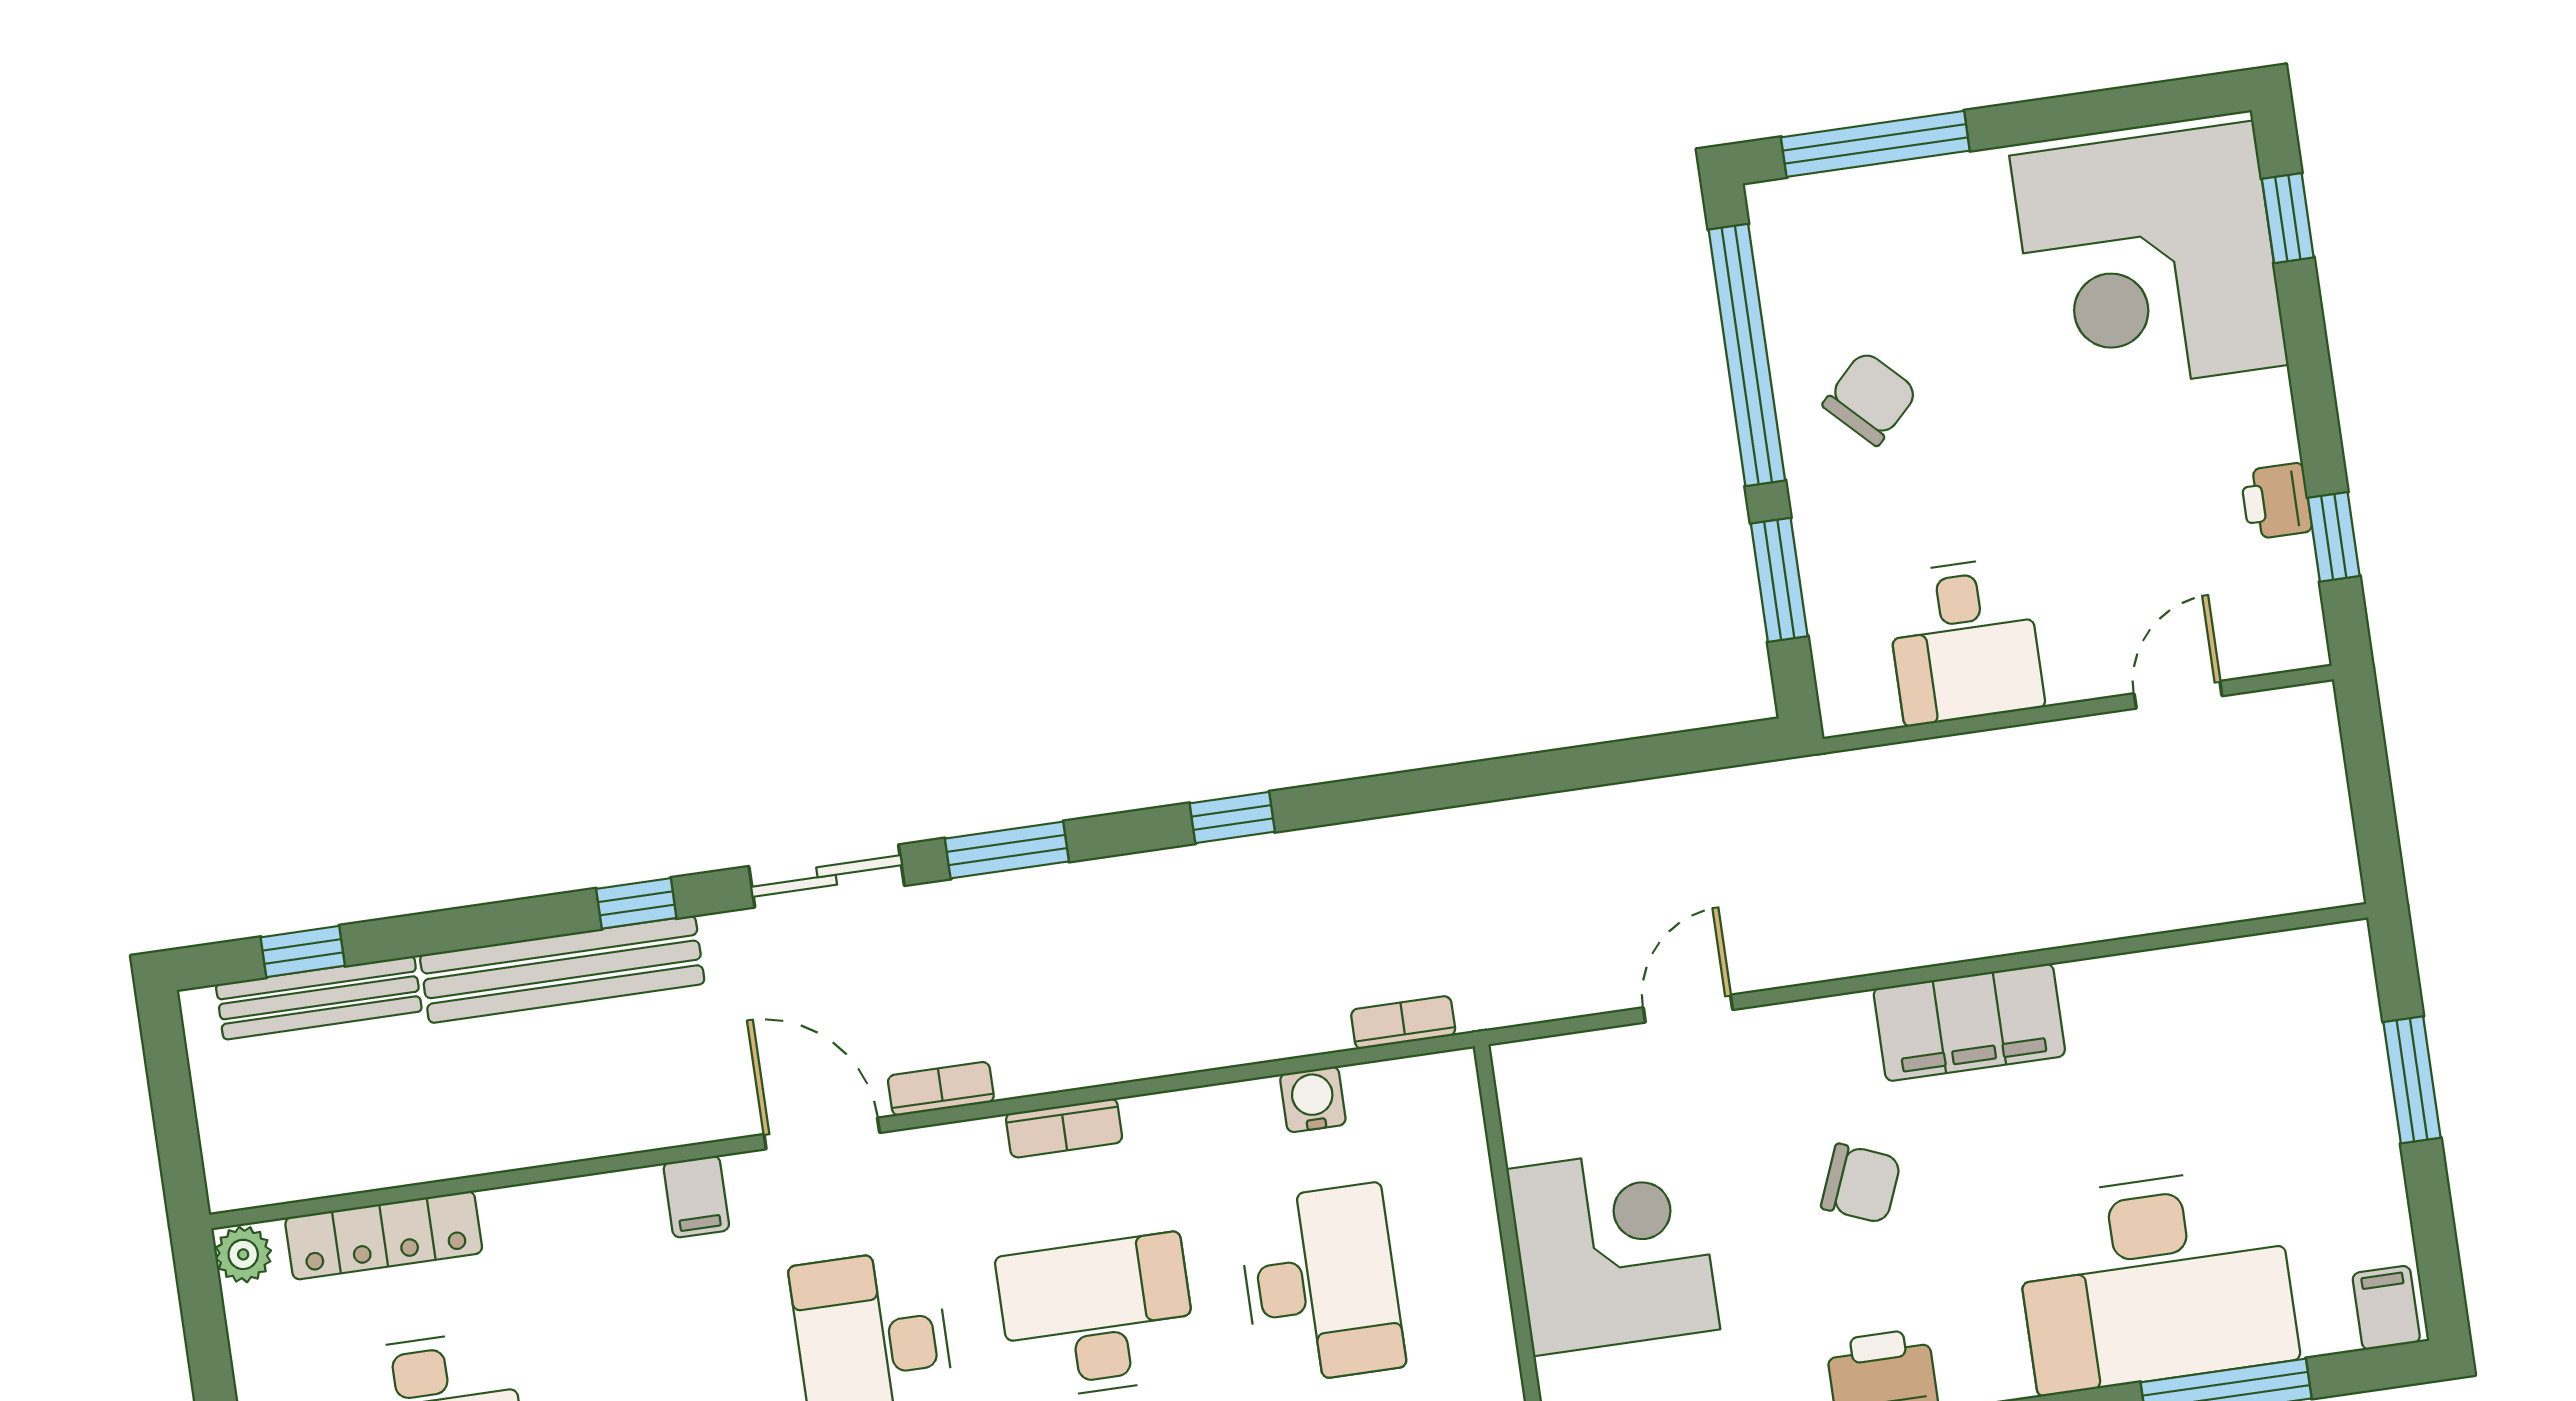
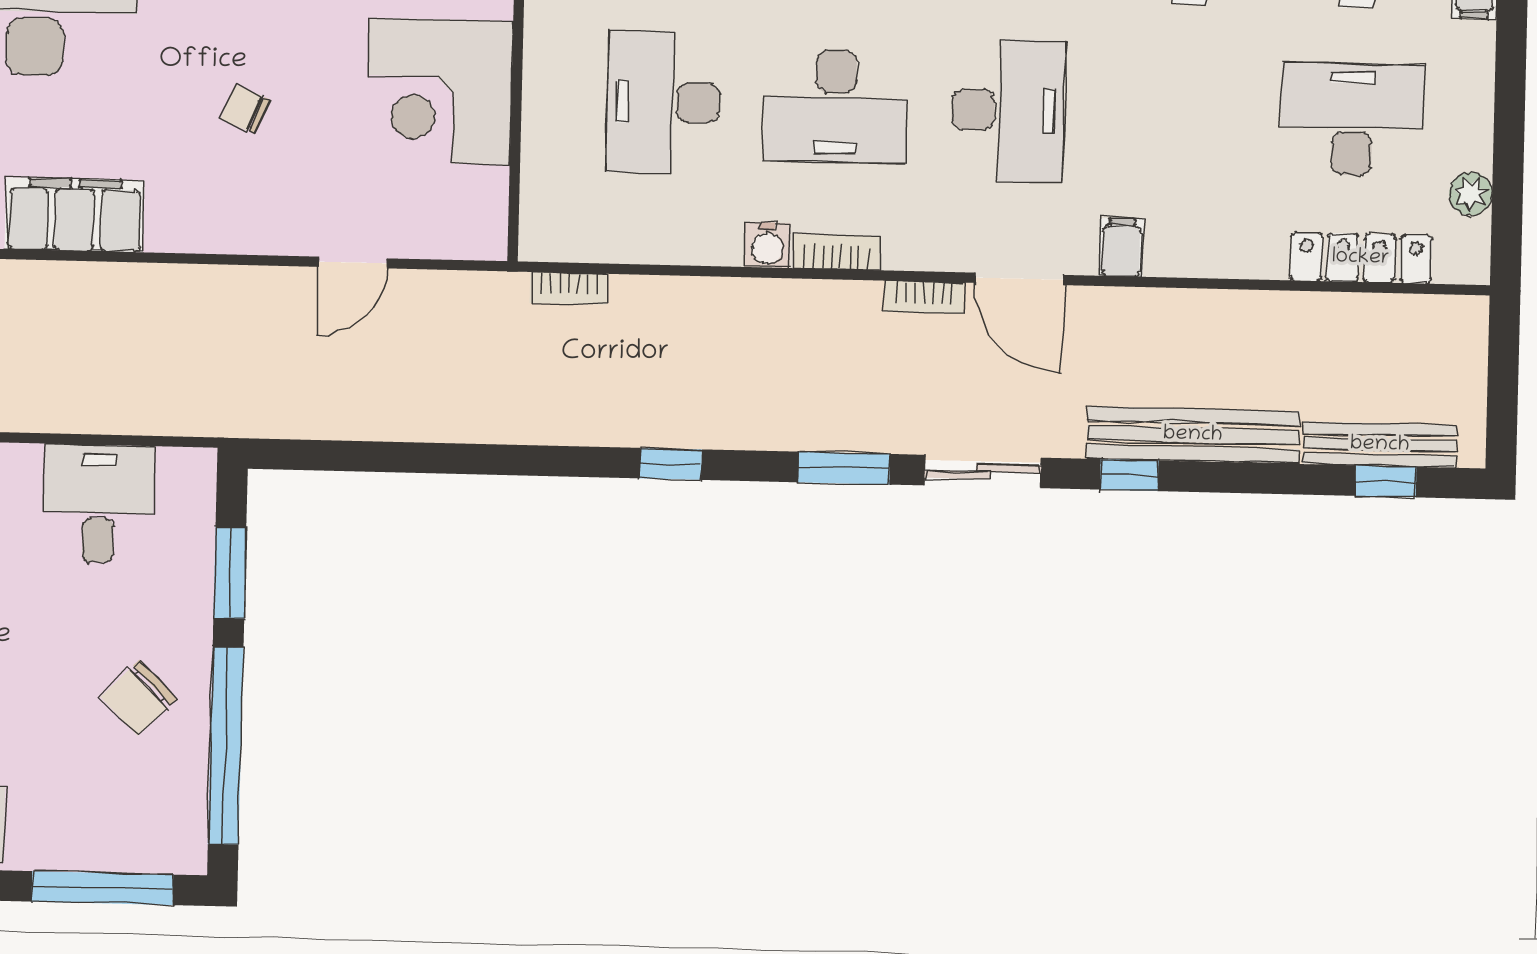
filing cabinet: (1969, 1022) -> (75, 215), moved
water cooler: (1313, 1099) -> (767, 245), moved
chair: (1861, 1184) -> (245, 109), width x0.73, depth x0.73
plant: (243, 1254) -> (1471, 194), moved

